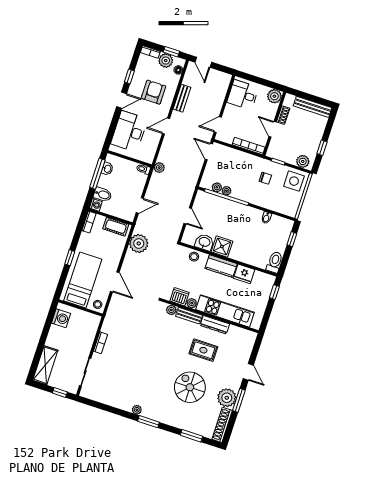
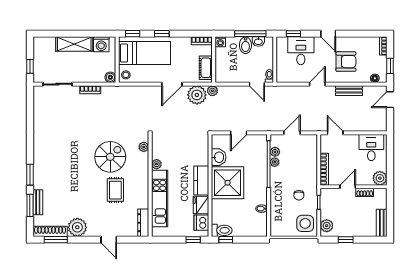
plant: (166, 61) -> (380, 63), removed
window: (129, 76) -> (293, 34), moved
bench: (313, 107) -> (382, 223), width x0.73
door: (166, 126) -> (317, 84), hinge flipped
desk: (129, 131) -> (301, 51), width x0.73
door: (209, 152) -> (292, 133), moved
plant: (159, 168) -> (212, 91), moved
bidet: (103, 194) -> (245, 45), moved
door: (140, 206) -> (257, 84), moved
window: (292, 239) -> (226, 240), moved
shower: (222, 247) -> (228, 183), width x1.86, depth x1.86
stool: (194, 257) -> (202, 152), removed
door: (115, 282) -> (172, 84), moved
window: (61, 285) -> (133, 34), added
dishwasher: (179, 297) -> (201, 223), moved, turned 180
bench: (189, 316) -> (38, 202), moved
boiler: (95, 320) -> (110, 77), added
dresser: (215, 325) -> (143, 223), moved
shelving: (45, 365) -> (74, 44), moved
door: (248, 372) -> (109, 240), hinge flipped
spiral stairs: (190, 387) -> (110, 157), moved
window: (239, 400) -> (56, 240), moved
plant: (137, 410) -> (38, 145), removed
window: (148, 422) -> (30, 175), moved

